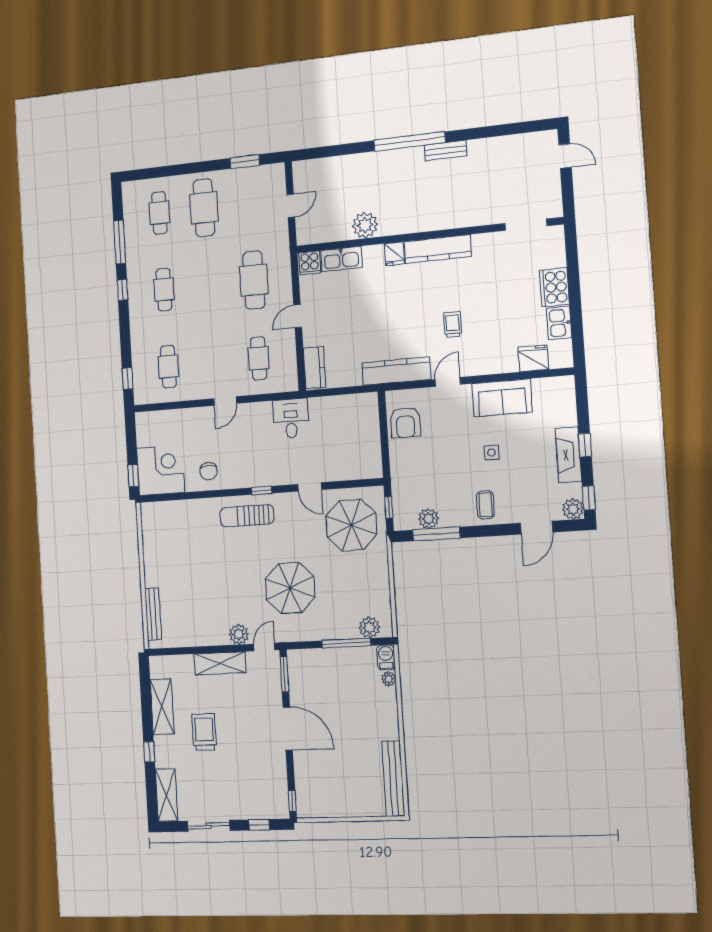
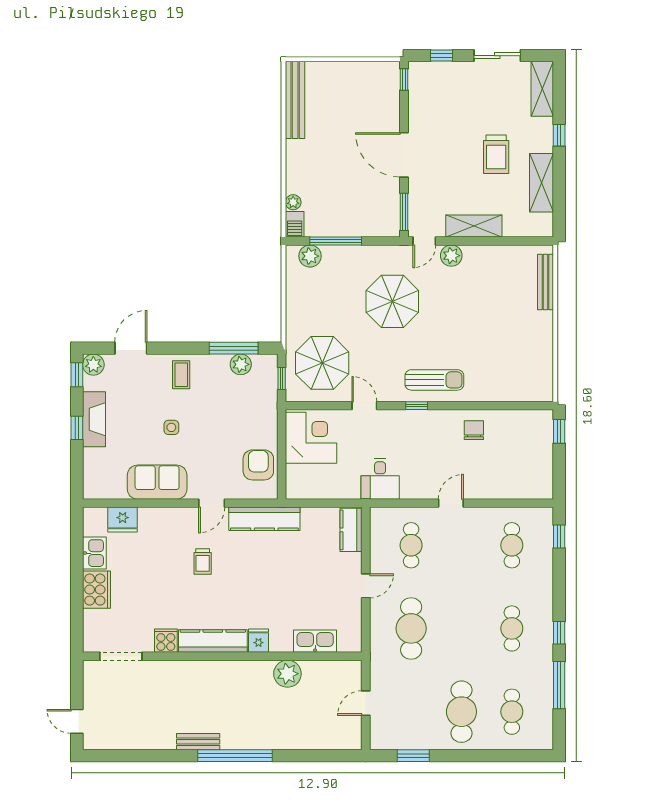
cooker: (310, 263) -> (166, 641), moved
corner desk: (160, 470) -> (311, 438), moved, turned 180

